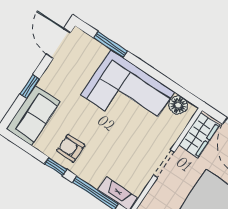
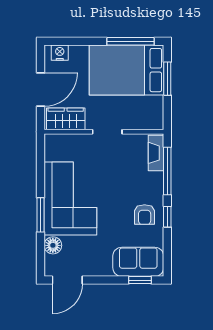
window: (110, 44) -> (41, 215), moved
window: (30, 86) -> (140, 280), moved
floor lamp: (178, 105) -> (53, 245), moved

